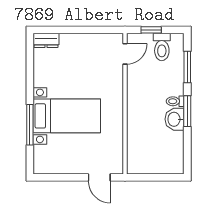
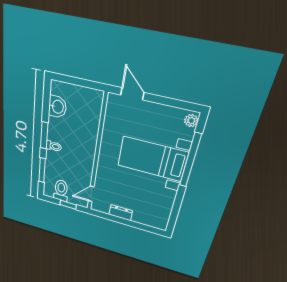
dresser: (46, 40) -> (121, 213), moved
washbasin: (175, 119) -> (57, 107), moved
window: (30, 125) -> (190, 160), width x1.46
plant: (40, 164) -> (191, 121), added

